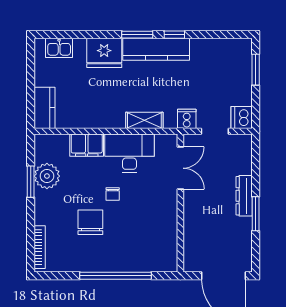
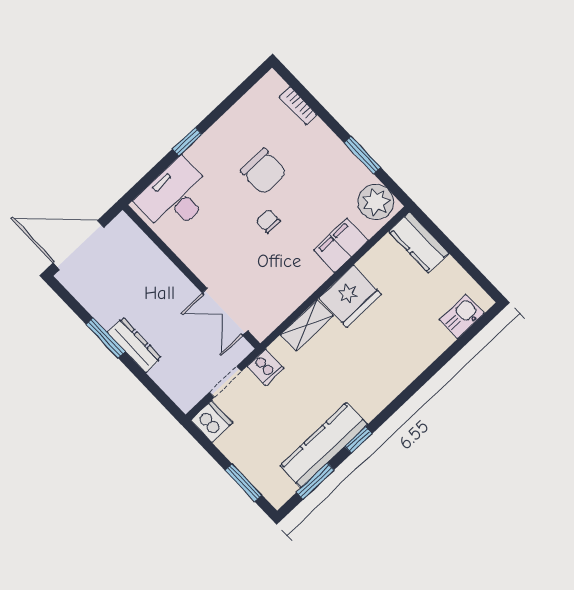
window: (137, 35) -> (315, 481), moved
kitchen counter: (156, 49) -> (324, 445), moved
fridge: (104, 53) -> (350, 296), moved, turned 180
desk: (129, 153) -> (175, 197), moved, turned 180
plant: (47, 176) -> (376, 202), moved
bookcase: (40, 247) -> (298, 106), width x0.64
window: (115, 276) -> (187, 142), width x0.32

